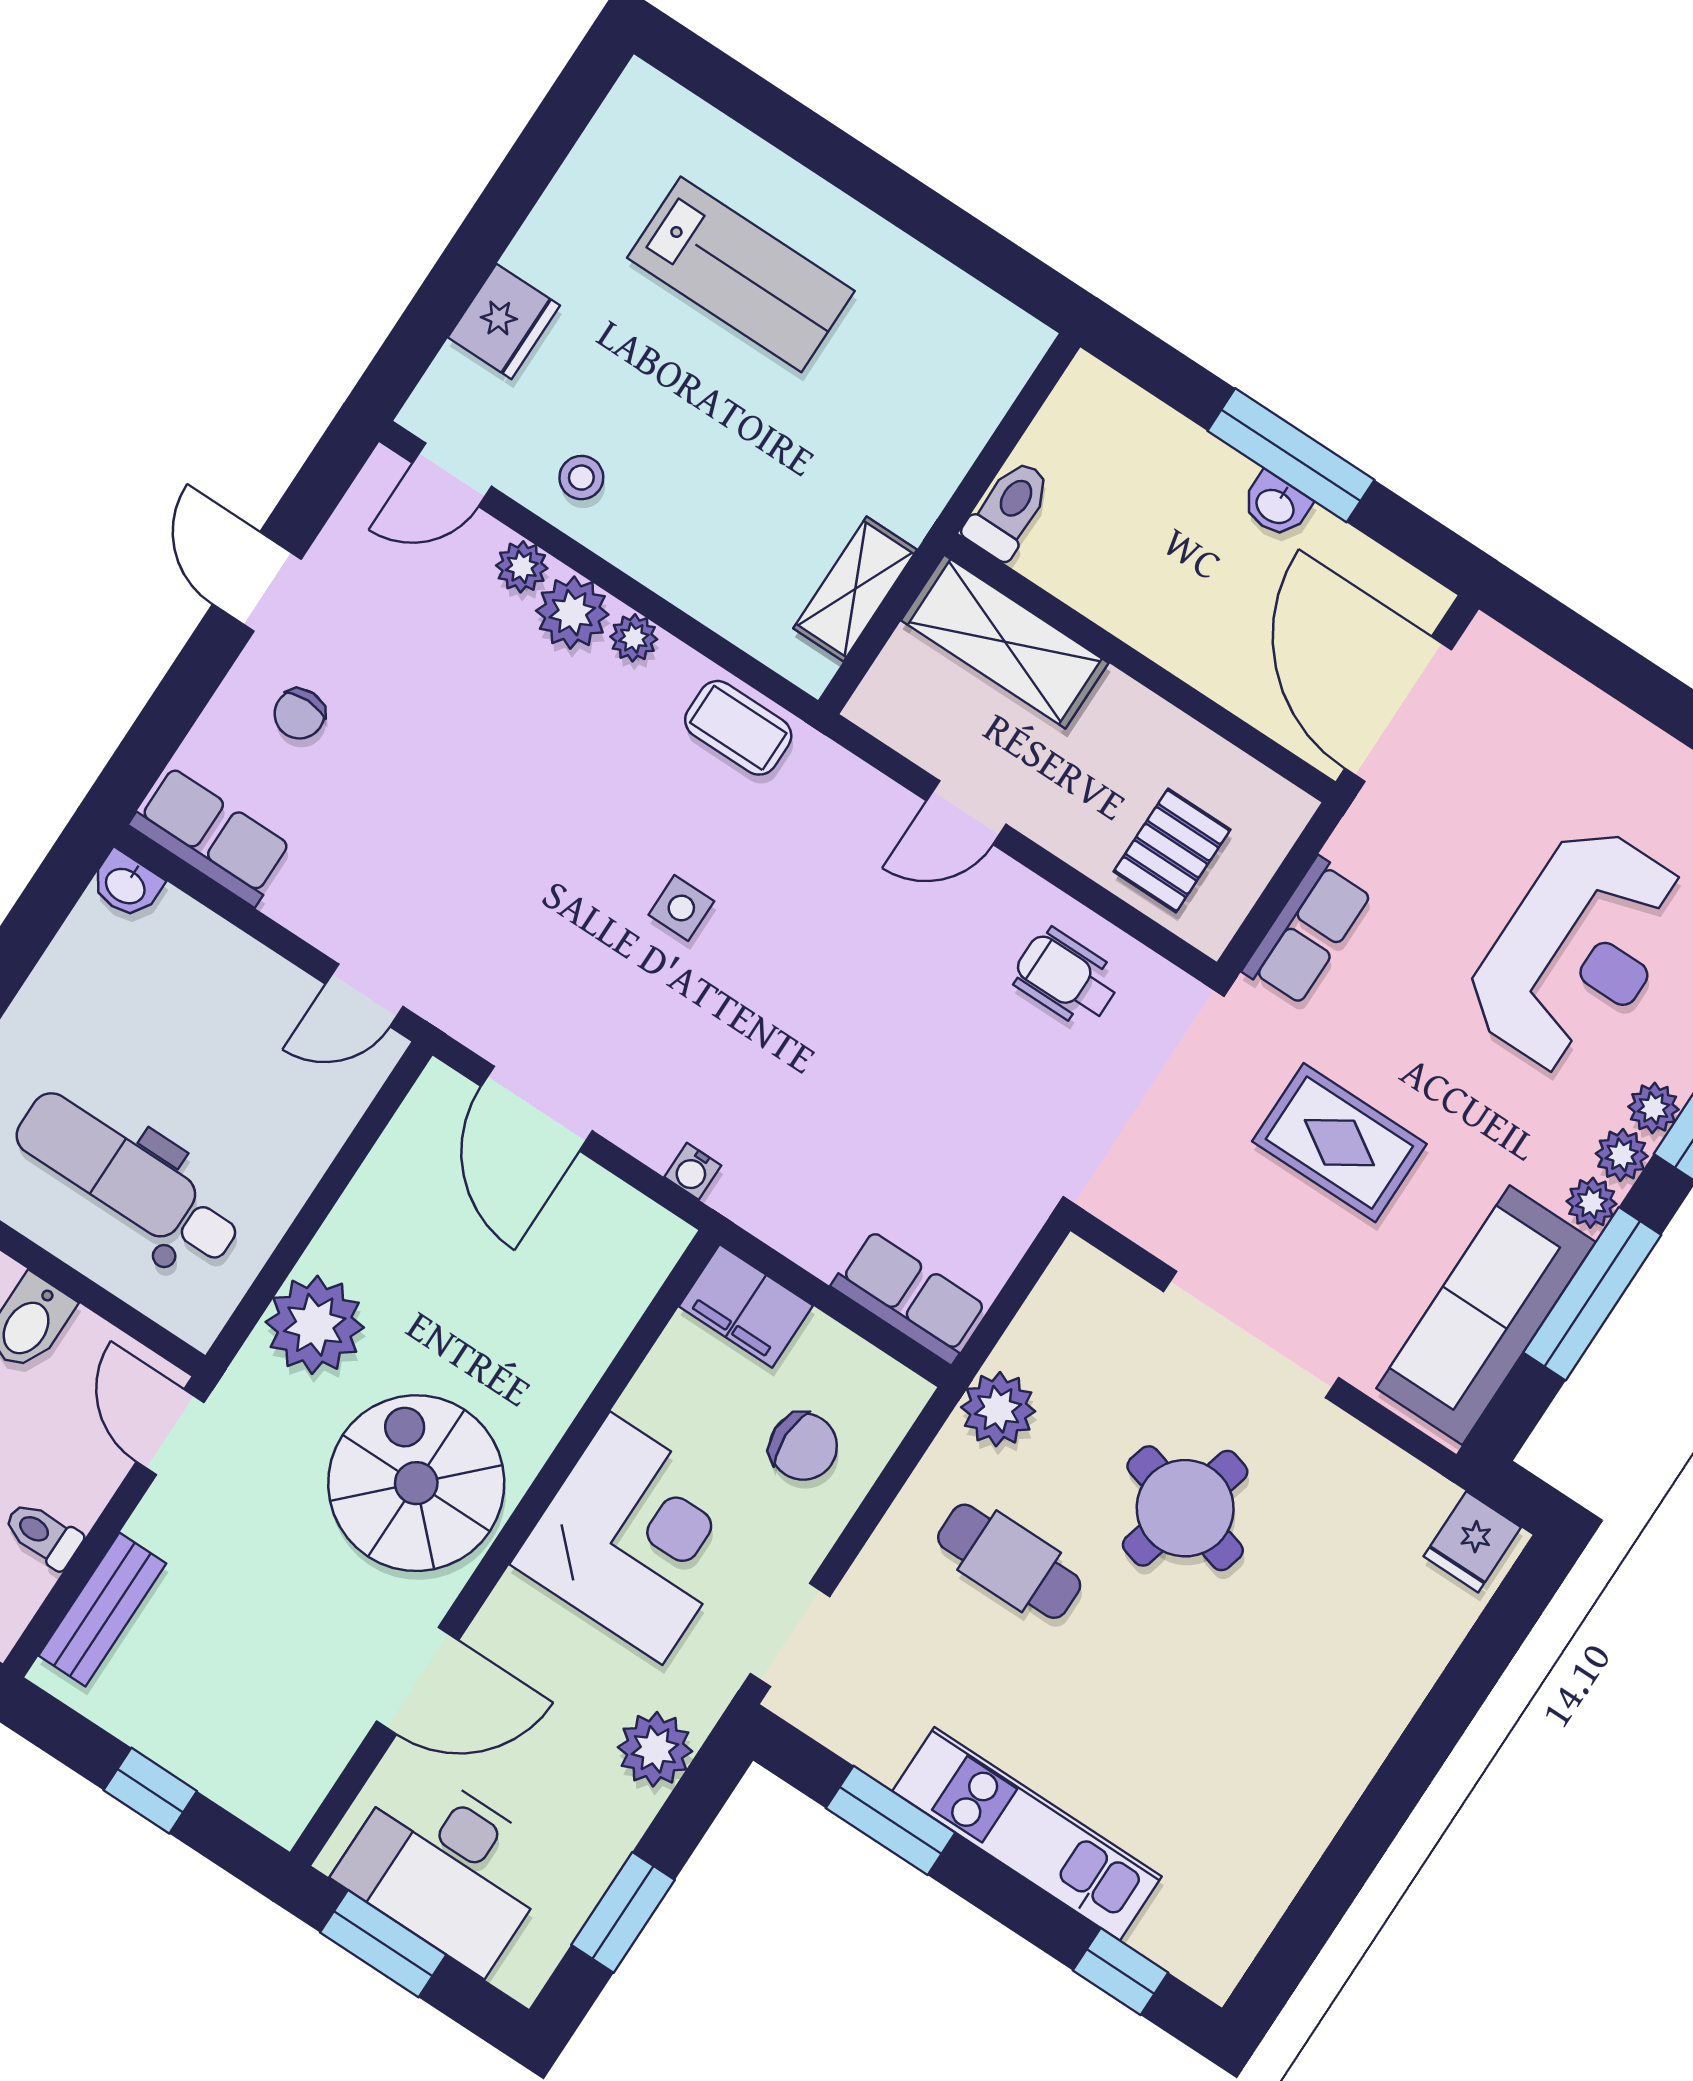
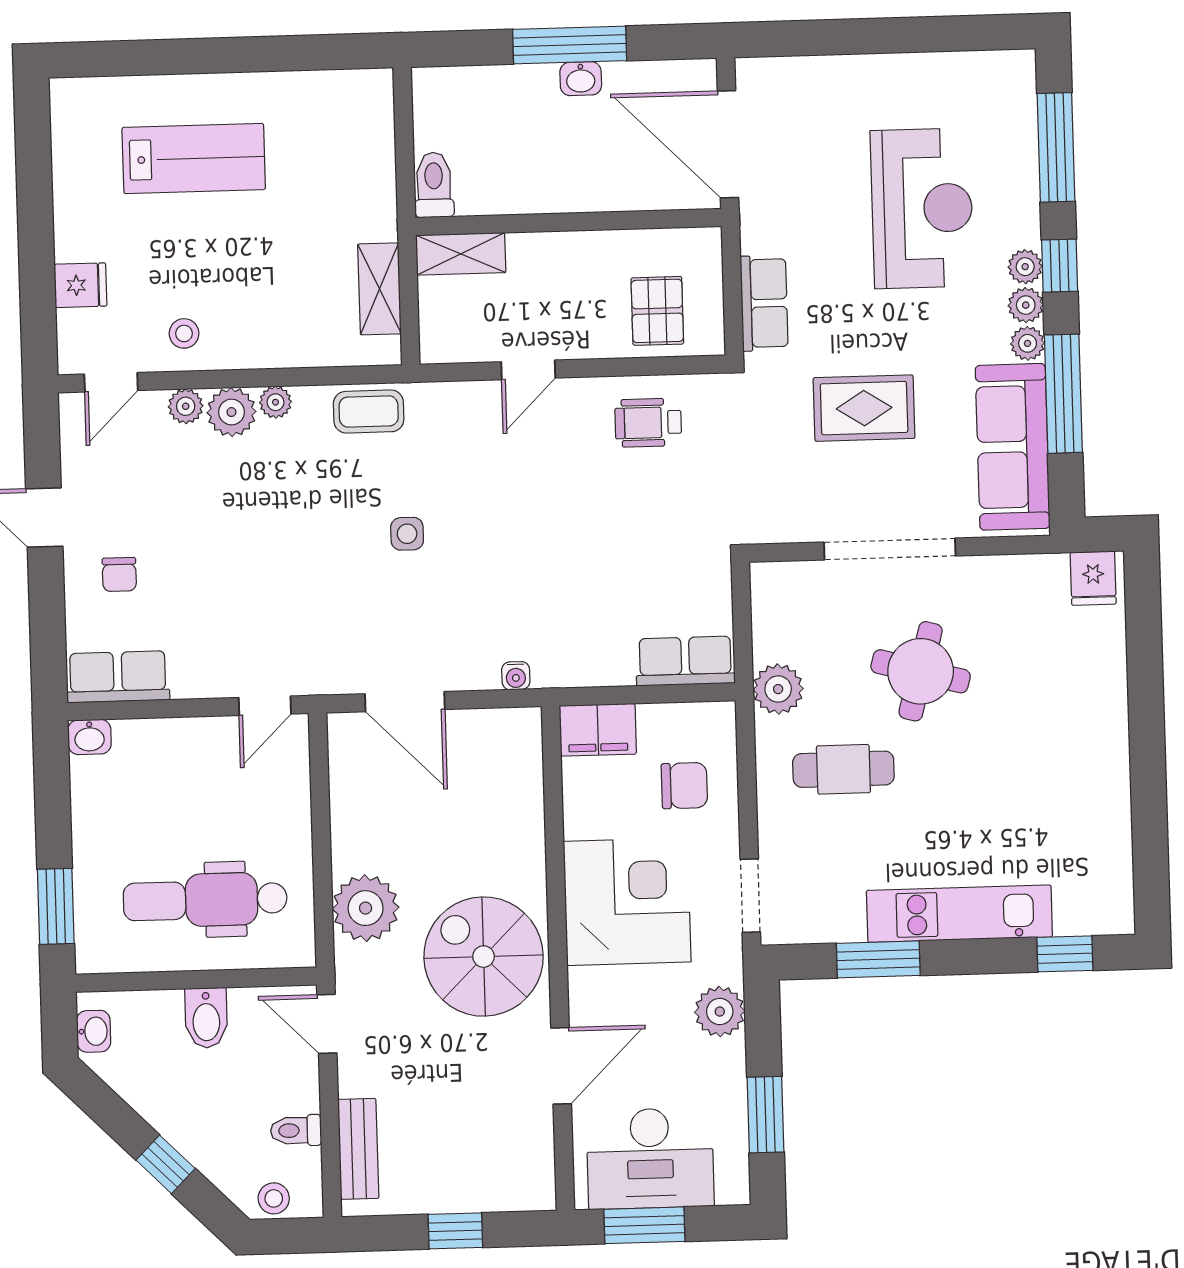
fridge: (504, 321) -> (80, 285), width x0.72
shelving: (1005, 642) -> (461, 254), width x0.67, depth x0.75

